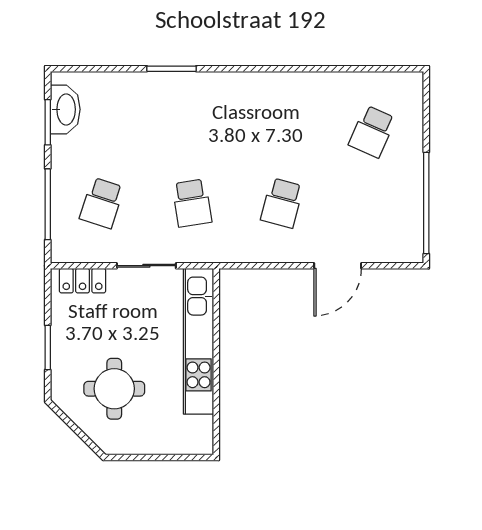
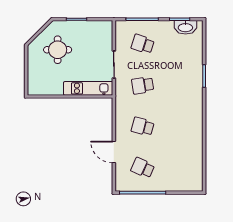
school desk: (372, 132) -> (143, 168), moved
locker: (83, 281) -> (107, 35), removed
kitchen unit: (199, 341) -> (88, 88), width x0.73

